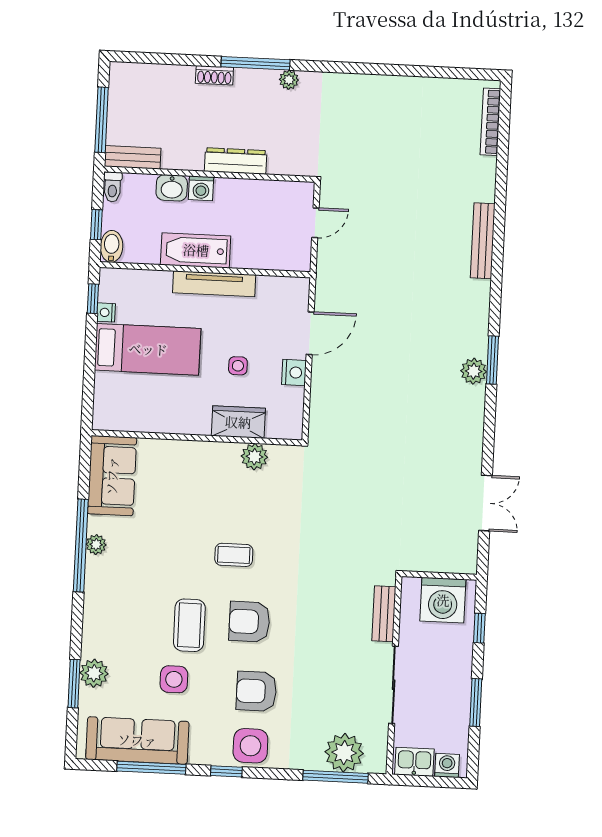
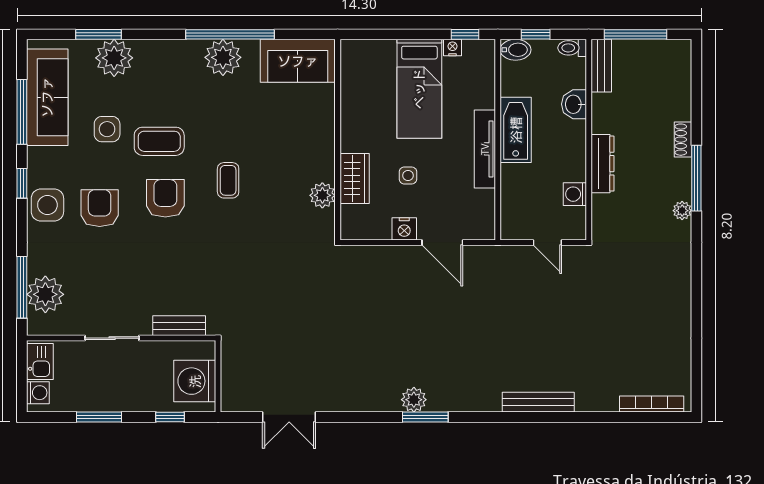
washing machine: (201, 188) -> (575, 194), moved
plant: (96, 545) -> (223, 57), width x1.87, depth x1.87
plant: (94, 673) -> (114, 58), width x1.36, depth x1.36
sliding door: (394, 685) -> (112, 338), width x0.73

